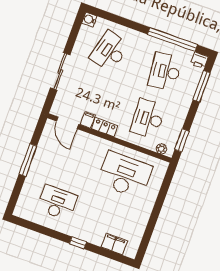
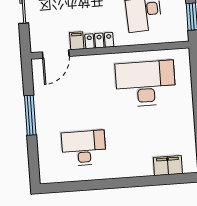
door: (67, 123) -> (56, 54), hinge flipped
plant: (161, 149) -> (173, 36), removed
window: (78, 243) -> (127, 182), removed

